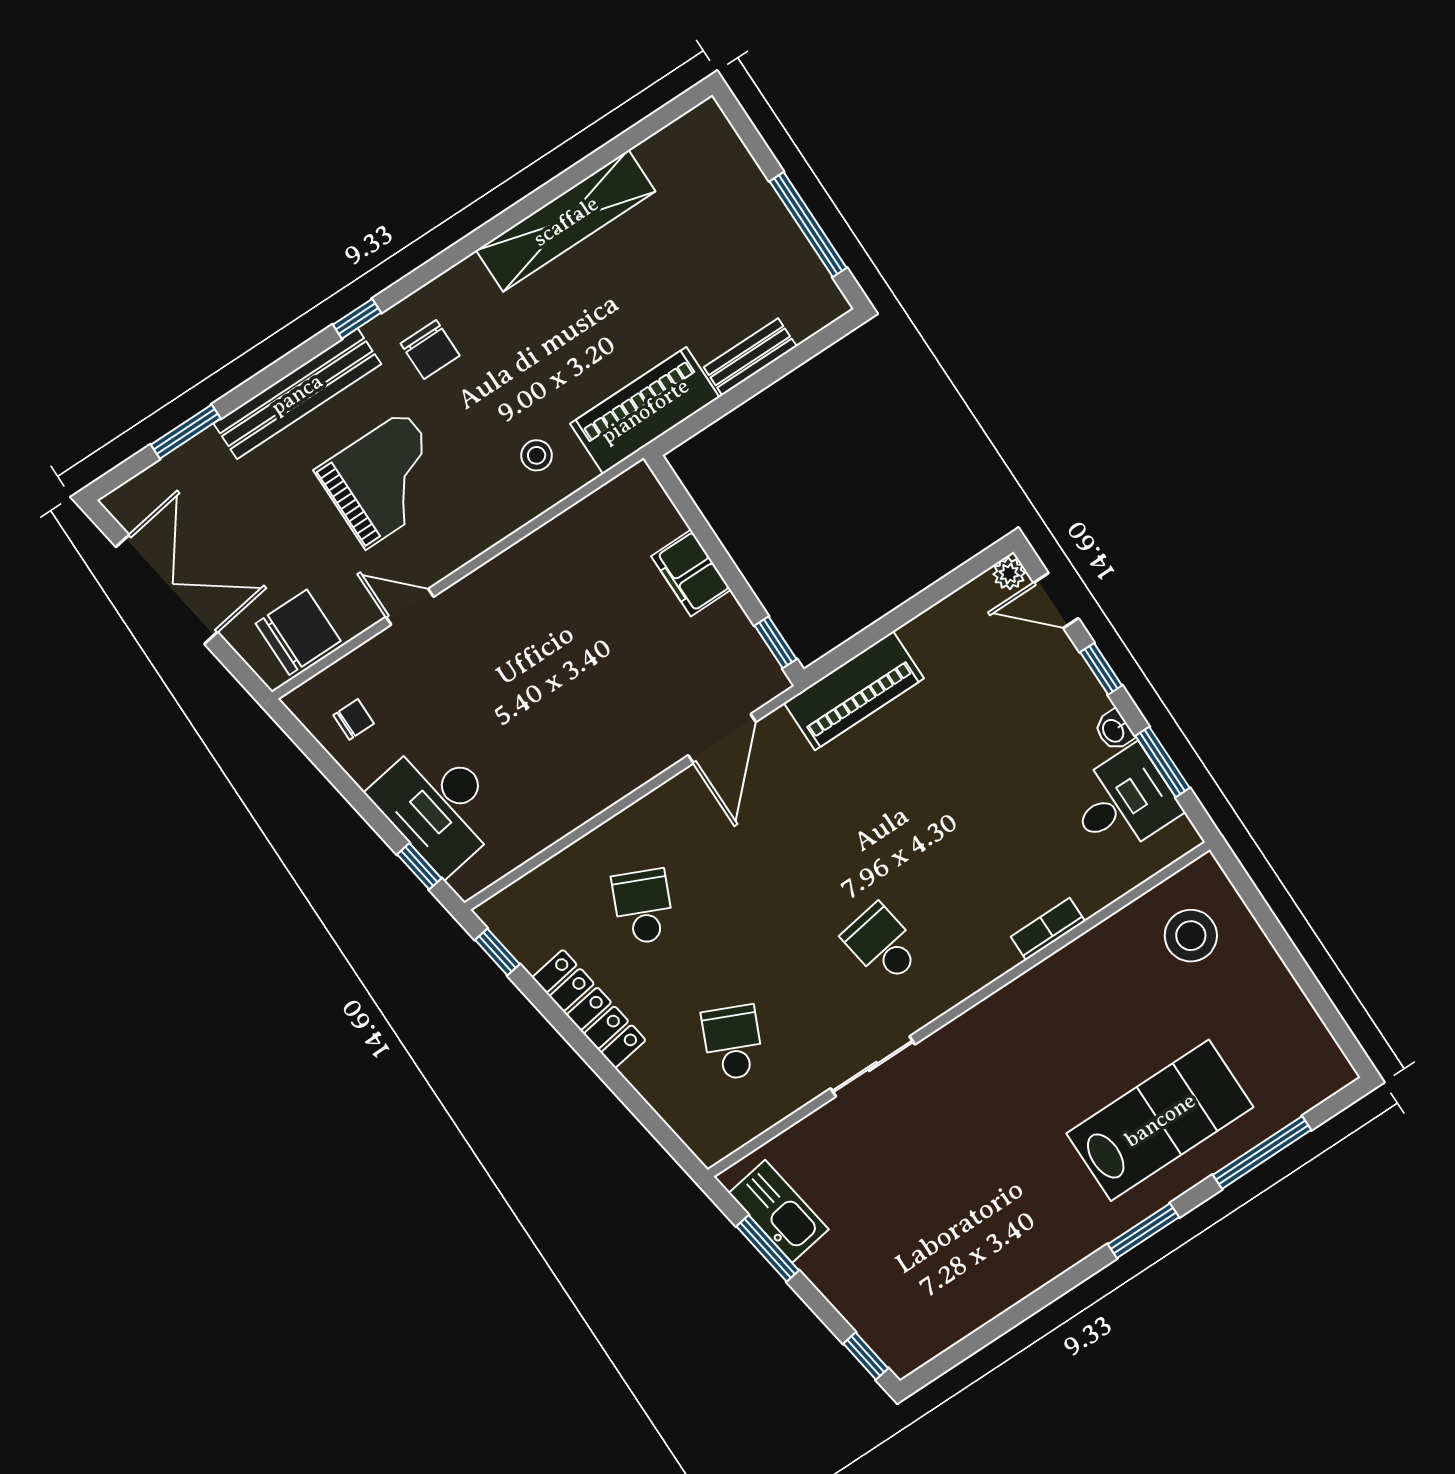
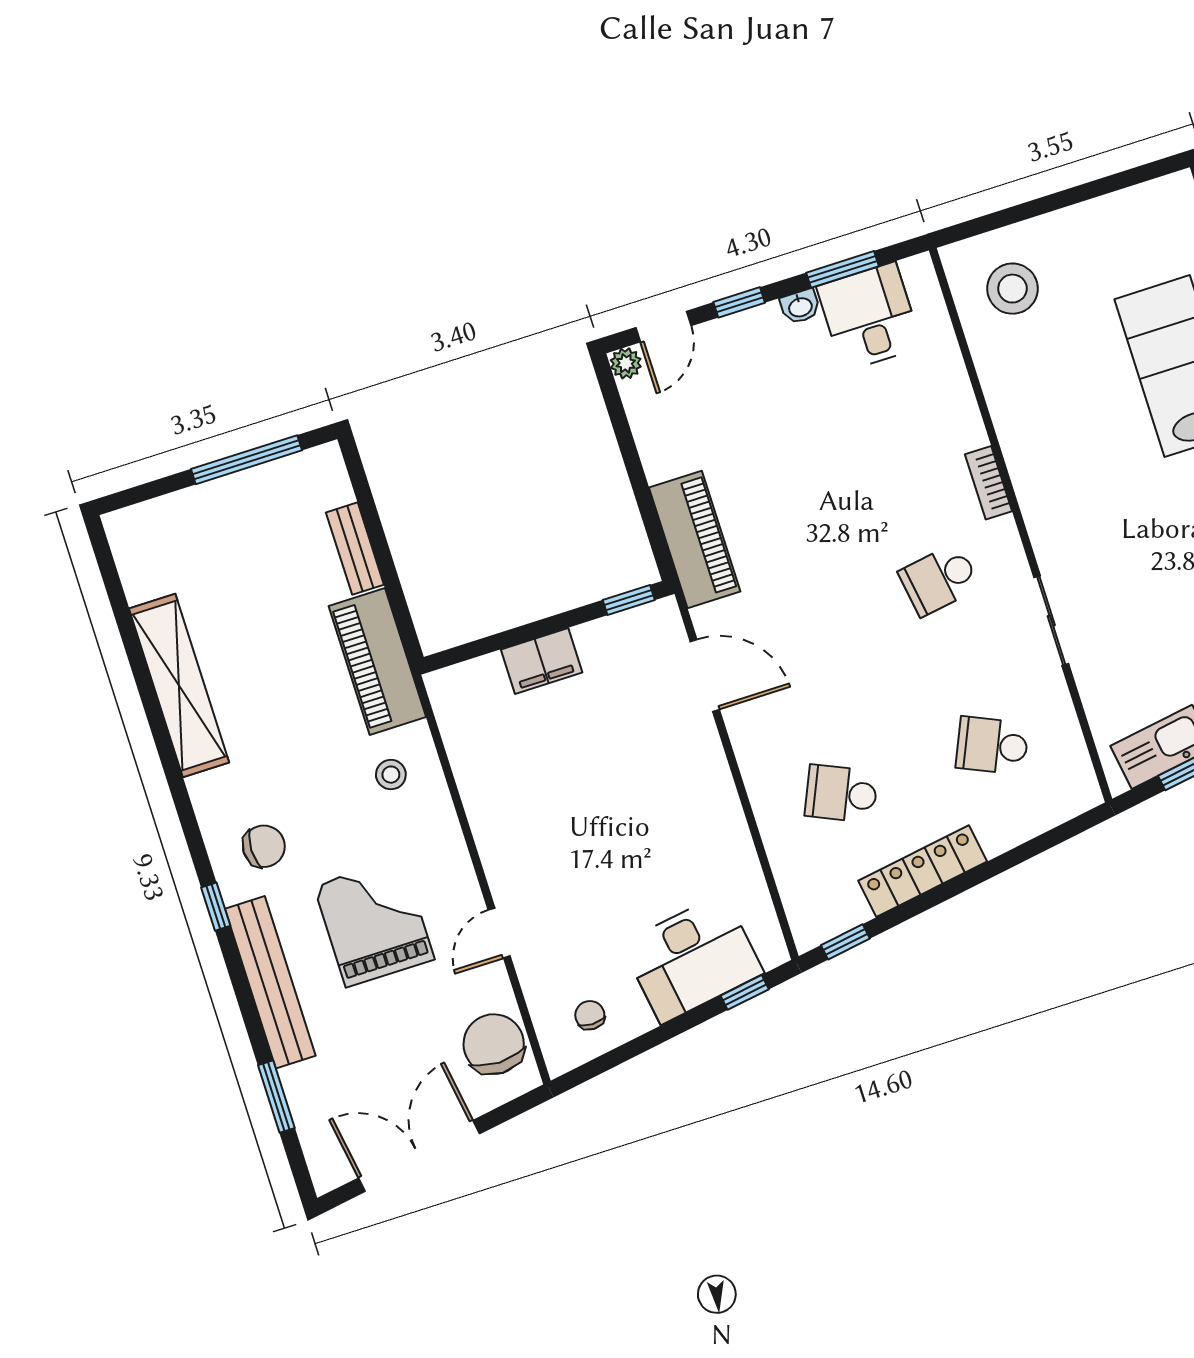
bookcase: (1048, 929) -> (989, 483), moved

